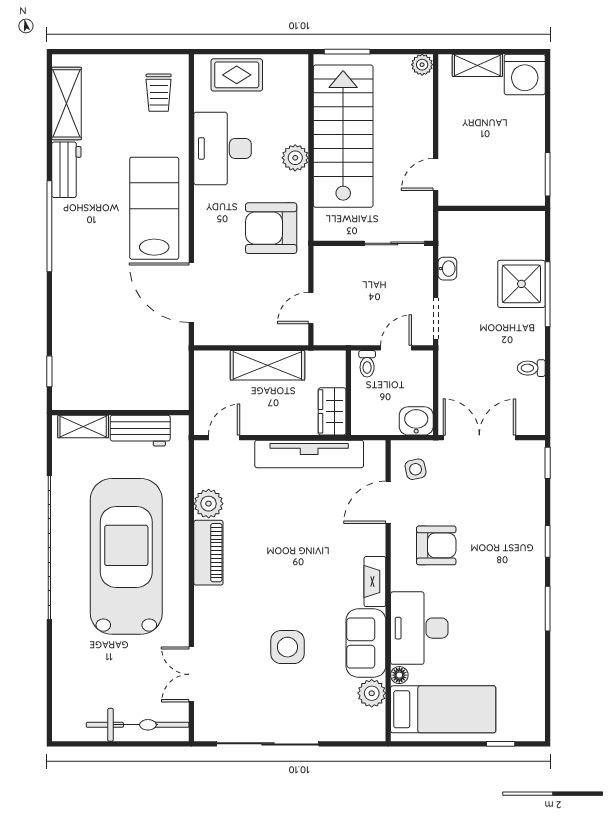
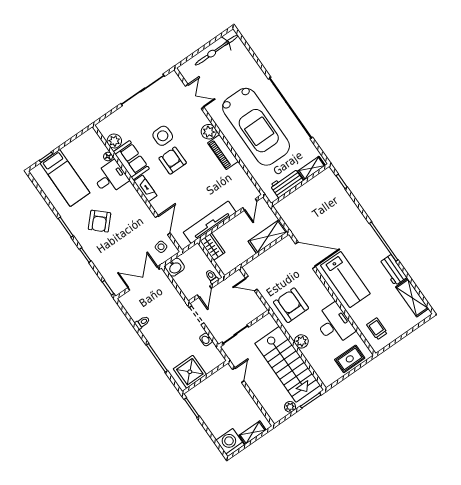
plant: (422, 65) -> (290, 407), moved
armchair: (271, 228) -> (291, 305), turned -90
shower: (521, 284) -> (190, 372), moved
door: (311, 308) -> (251, 284), swing flipped
shelving: (267, 365) -> (268, 237), moved
double door: (479, 438) -> (144, 279), swing flipped
plant: (209, 504) -> (209, 132), moved
armchair: (436, 545) -> (100, 221), moved, turned -47
armchair: (299, 596) -> (173, 161), added
desk: (419, 628) -> (111, 178), width x0.73
bed: (443, 709) -> (65, 178), moved, turned -90
bicycle: (138, 725) -> (217, 50), moved

